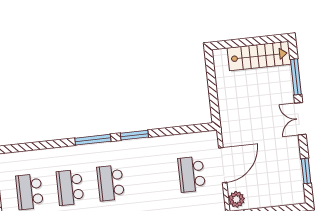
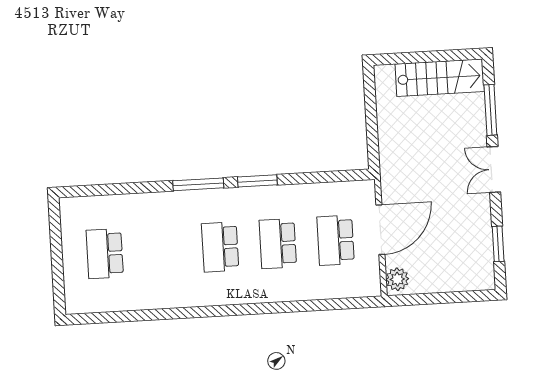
school desk: (70, 187) -> (278, 244), moved

